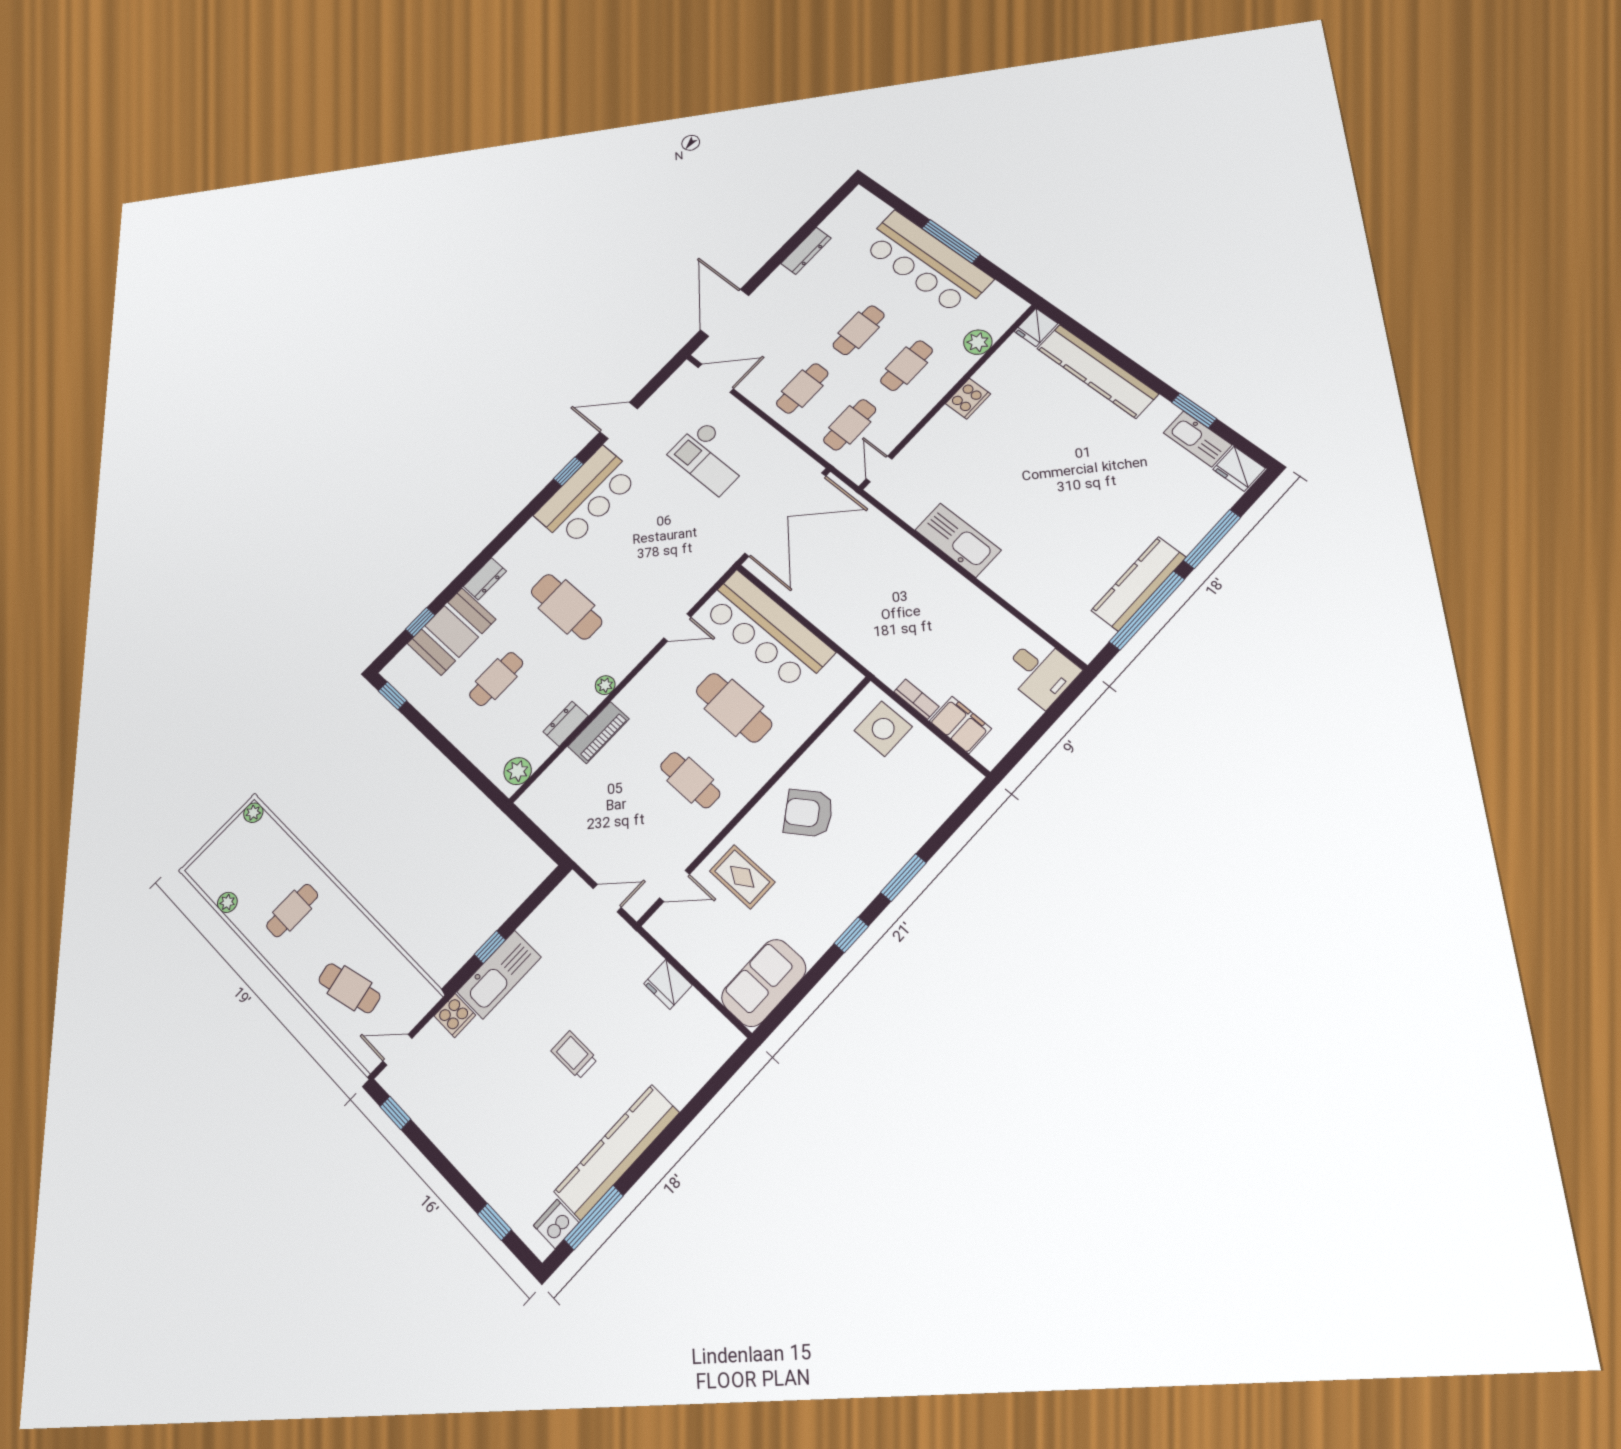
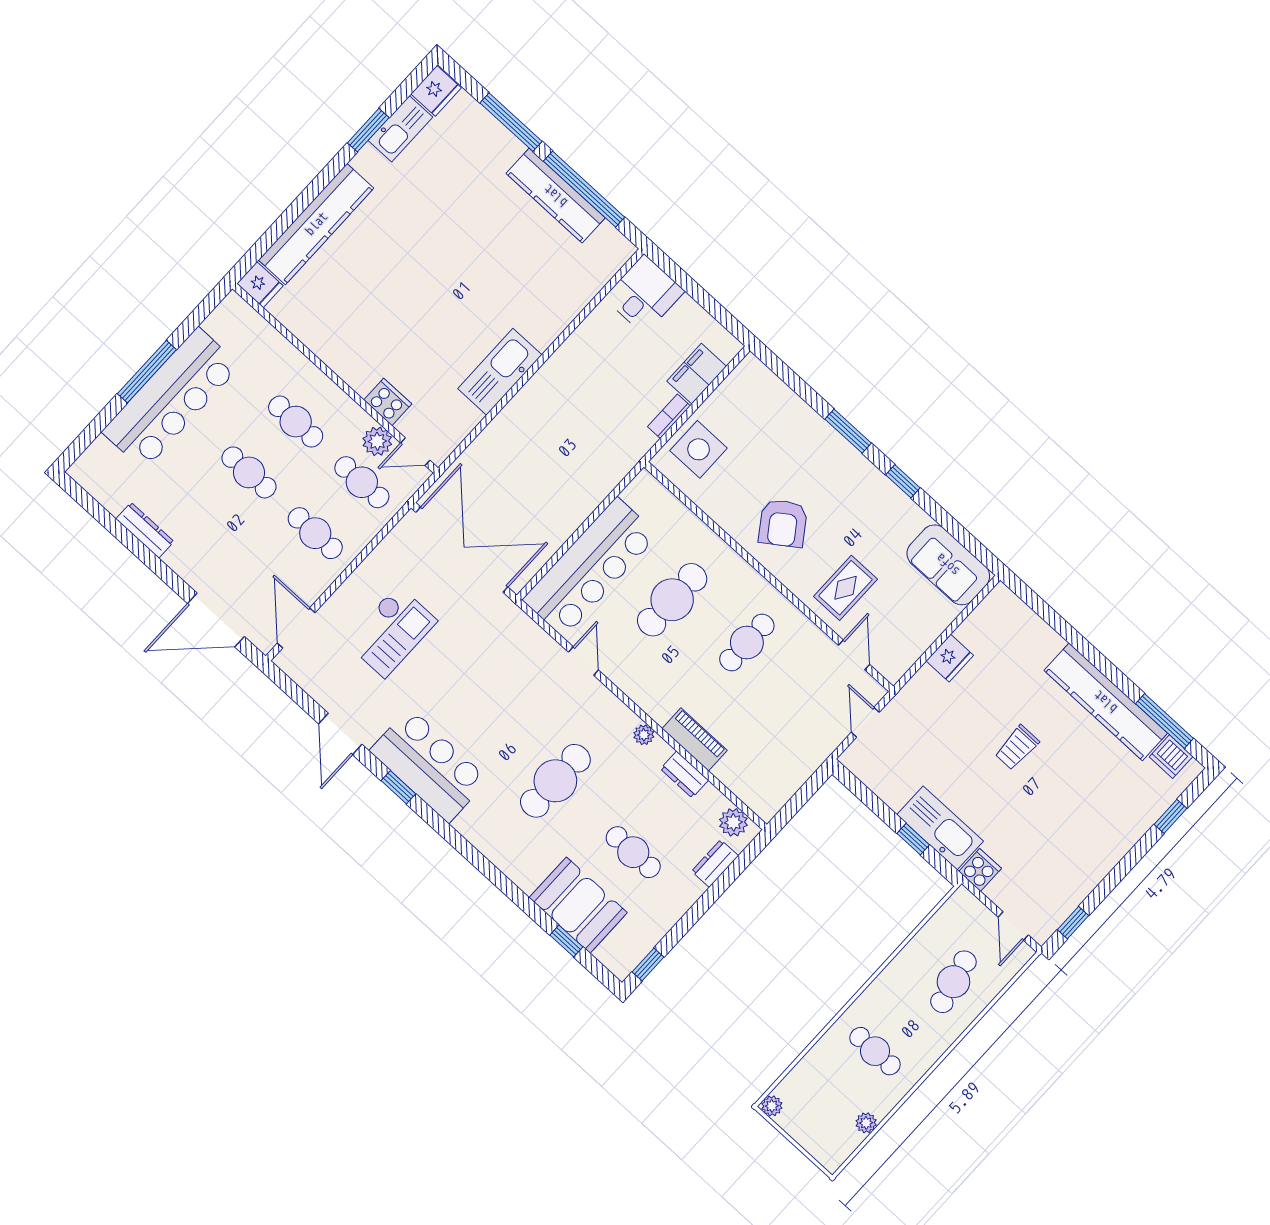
plant: (978, 342) -> (377, 441), moved
cooker: (968, 399) -> (388, 402), moved
dresser: (485, 579) -> (715, 863), moved, turned -90

